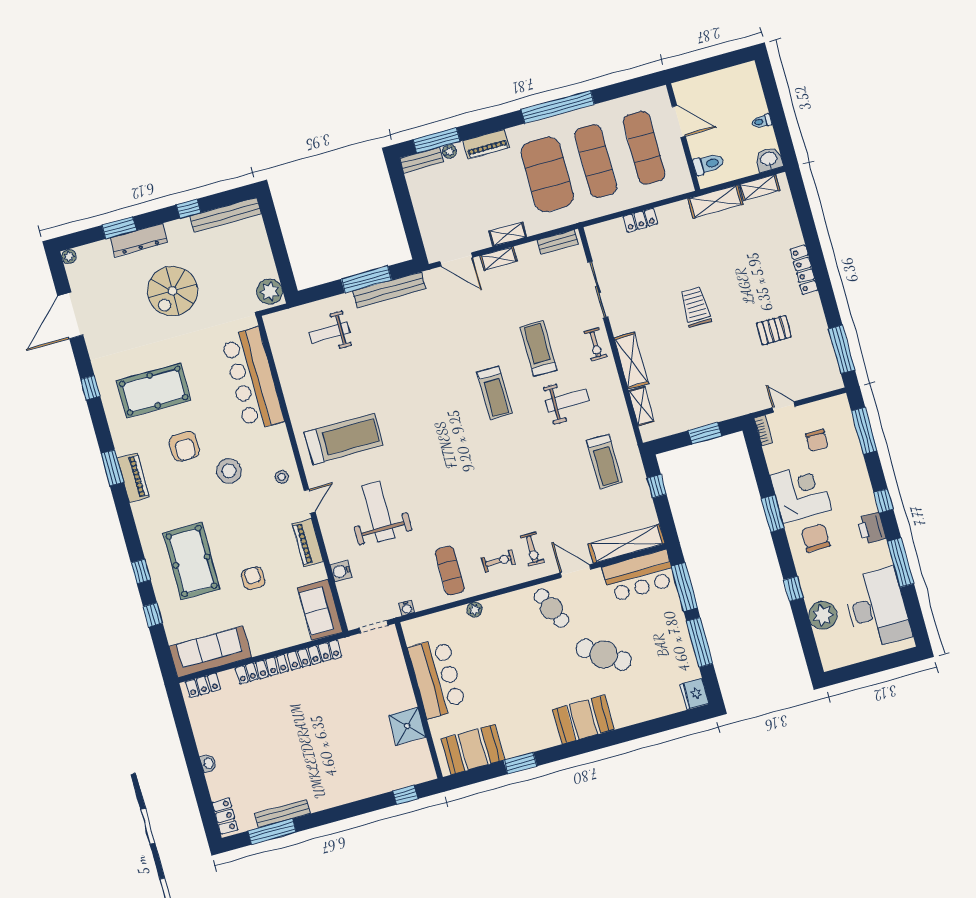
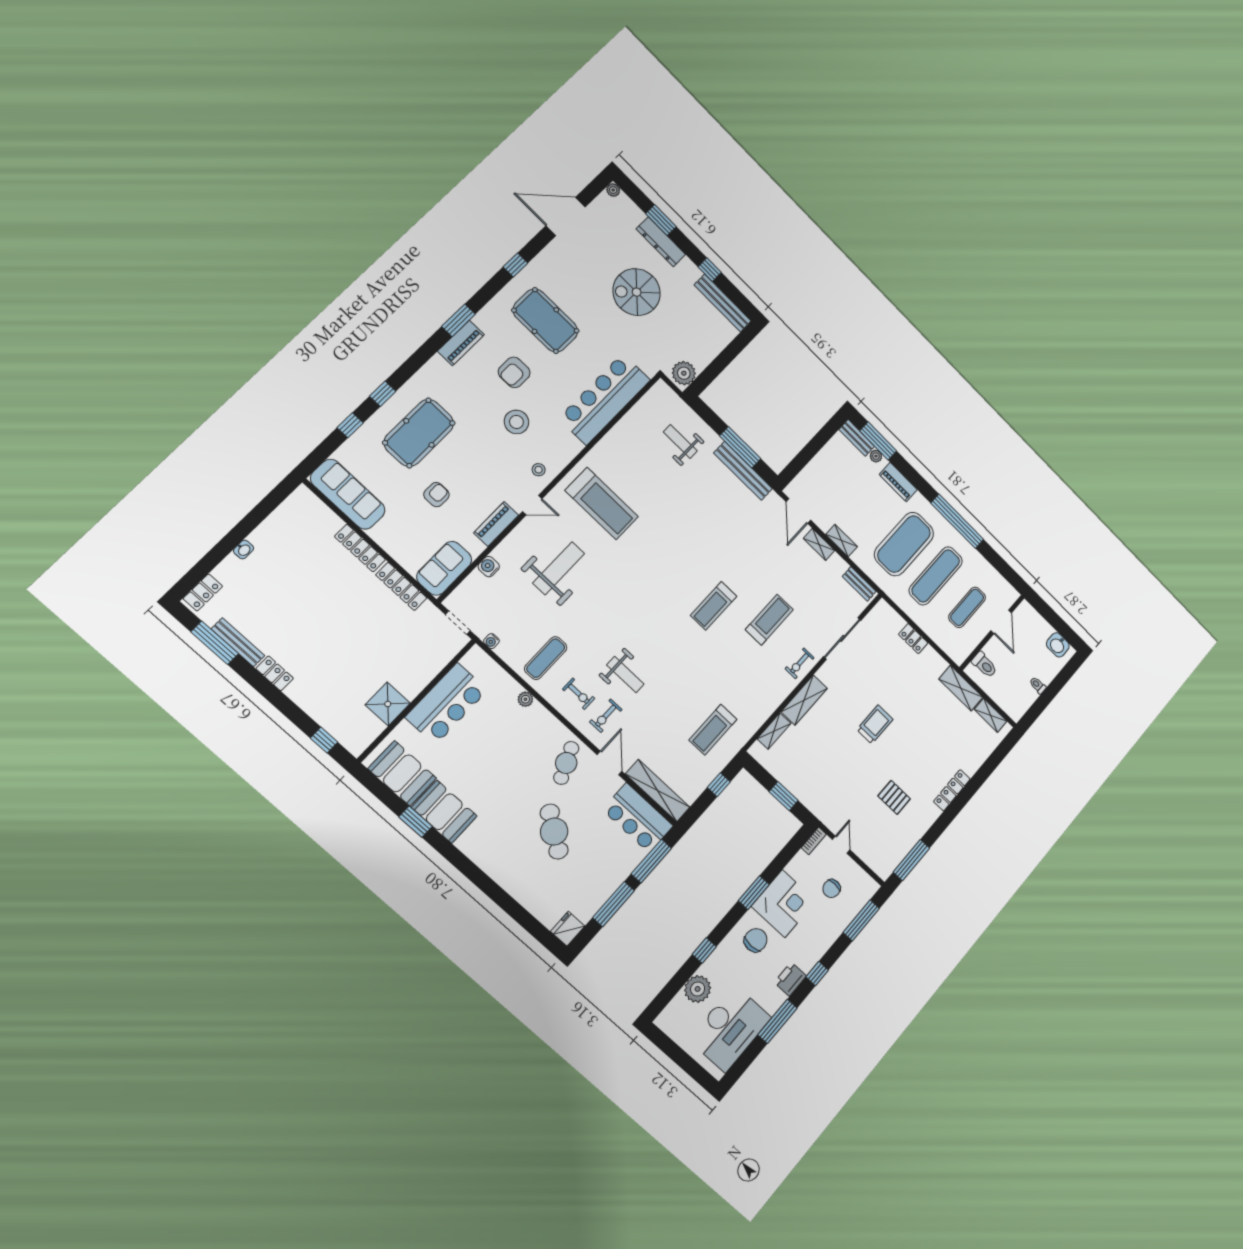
exercise mat: (644, 148) -> (967, 607), width x0.73, depth x0.69
washbasin: (769, 159) -> (1058, 645), moved, turned 180
weight bench: (567, 401) -> (625, 675), moved
locker: (203, 685) -> (275, 673), moved, turned 180
booth: (583, 720) -> (444, 812), moved

